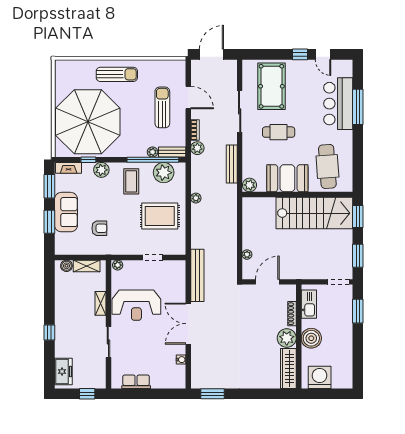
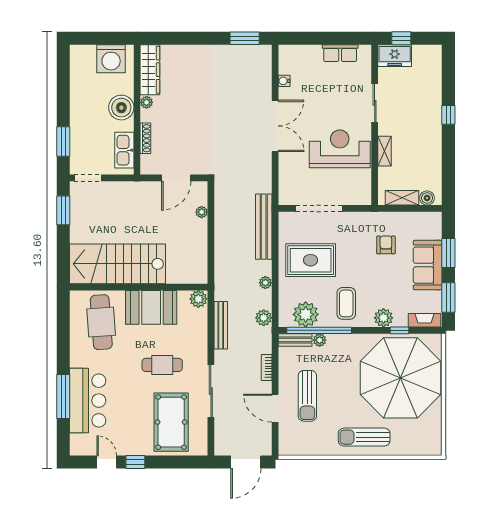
plant: (197, 148) -> (264, 318), moved
window: (358, 217) -> (63, 260), removed
armchair: (99, 228) -> (386, 245), turned 90
doorway: (153, 257) -> (319, 208), width x1.87
plant: (118, 265) -> (363, 199), removed
bench: (197, 275) -> (264, 227), moved
plant: (287, 338) -> (147, 102), width x0.53, depth x0.53
freezer: (63, 372) -> (395, 56), moved, turned -90

